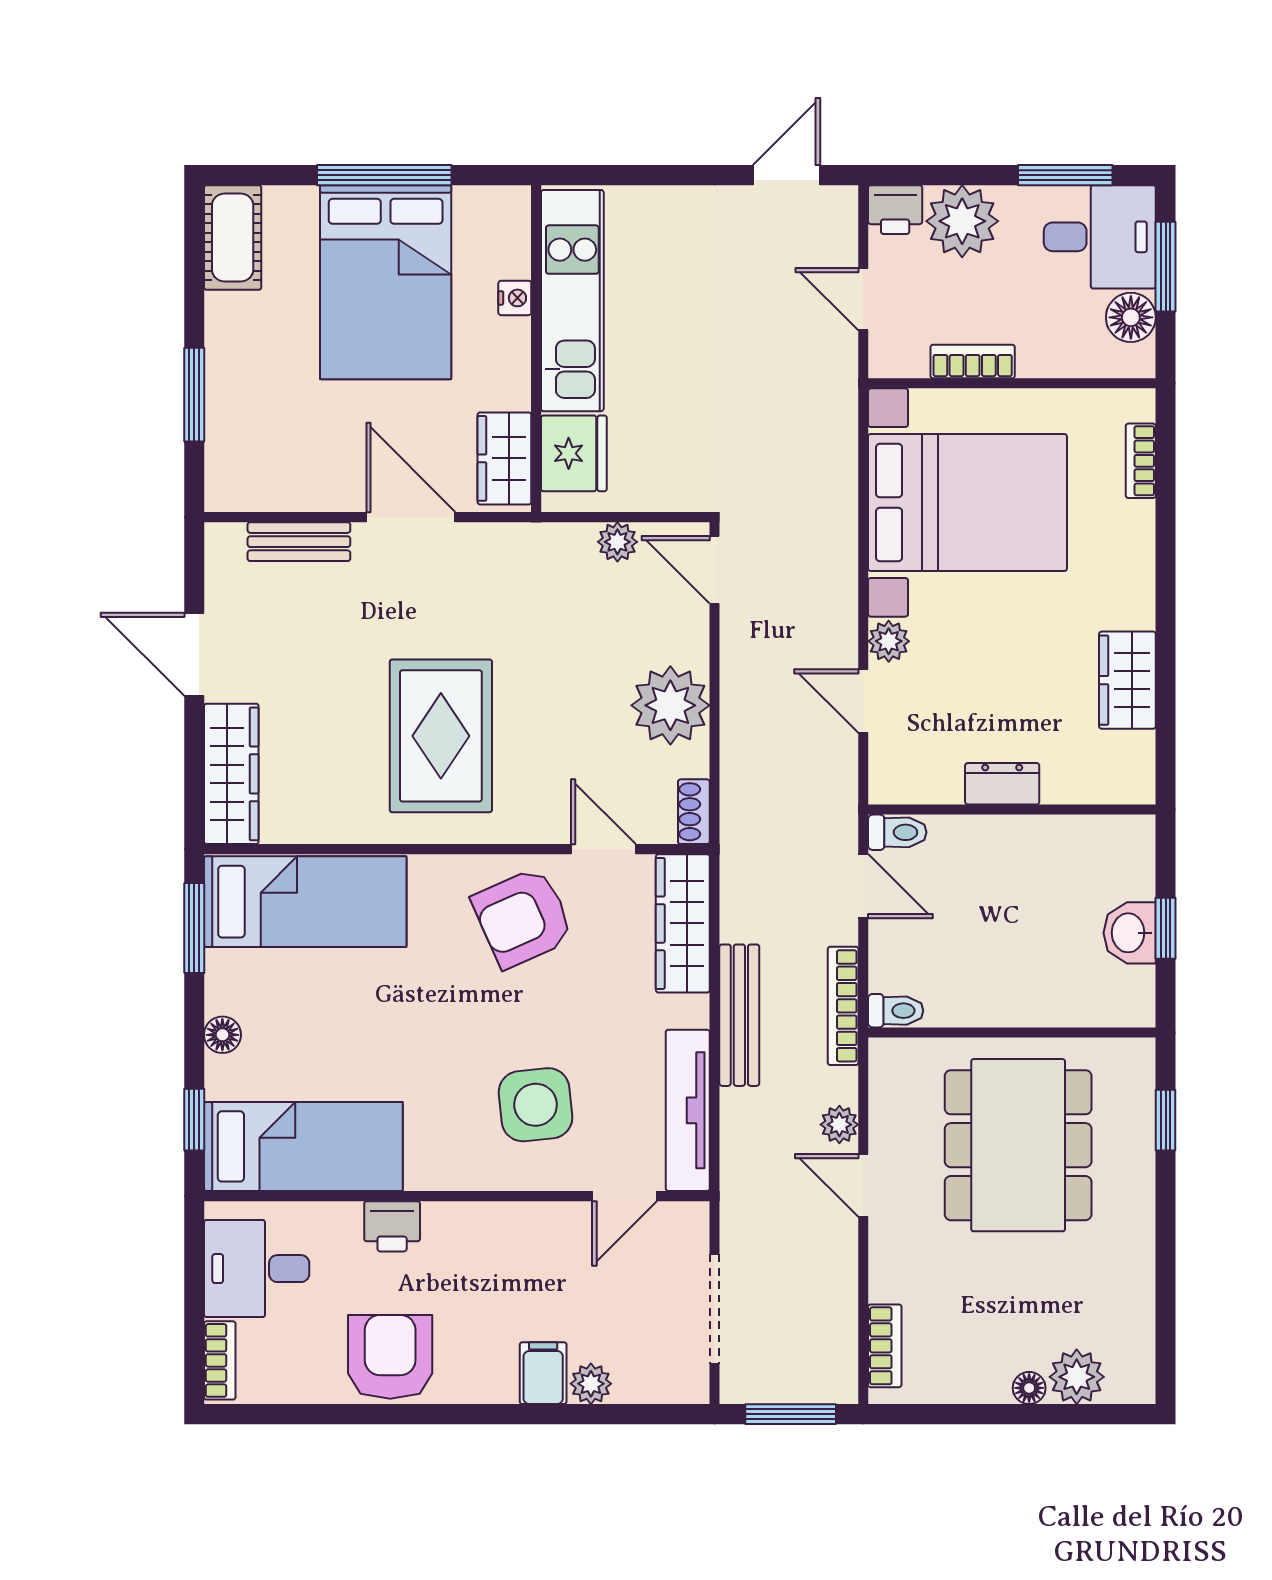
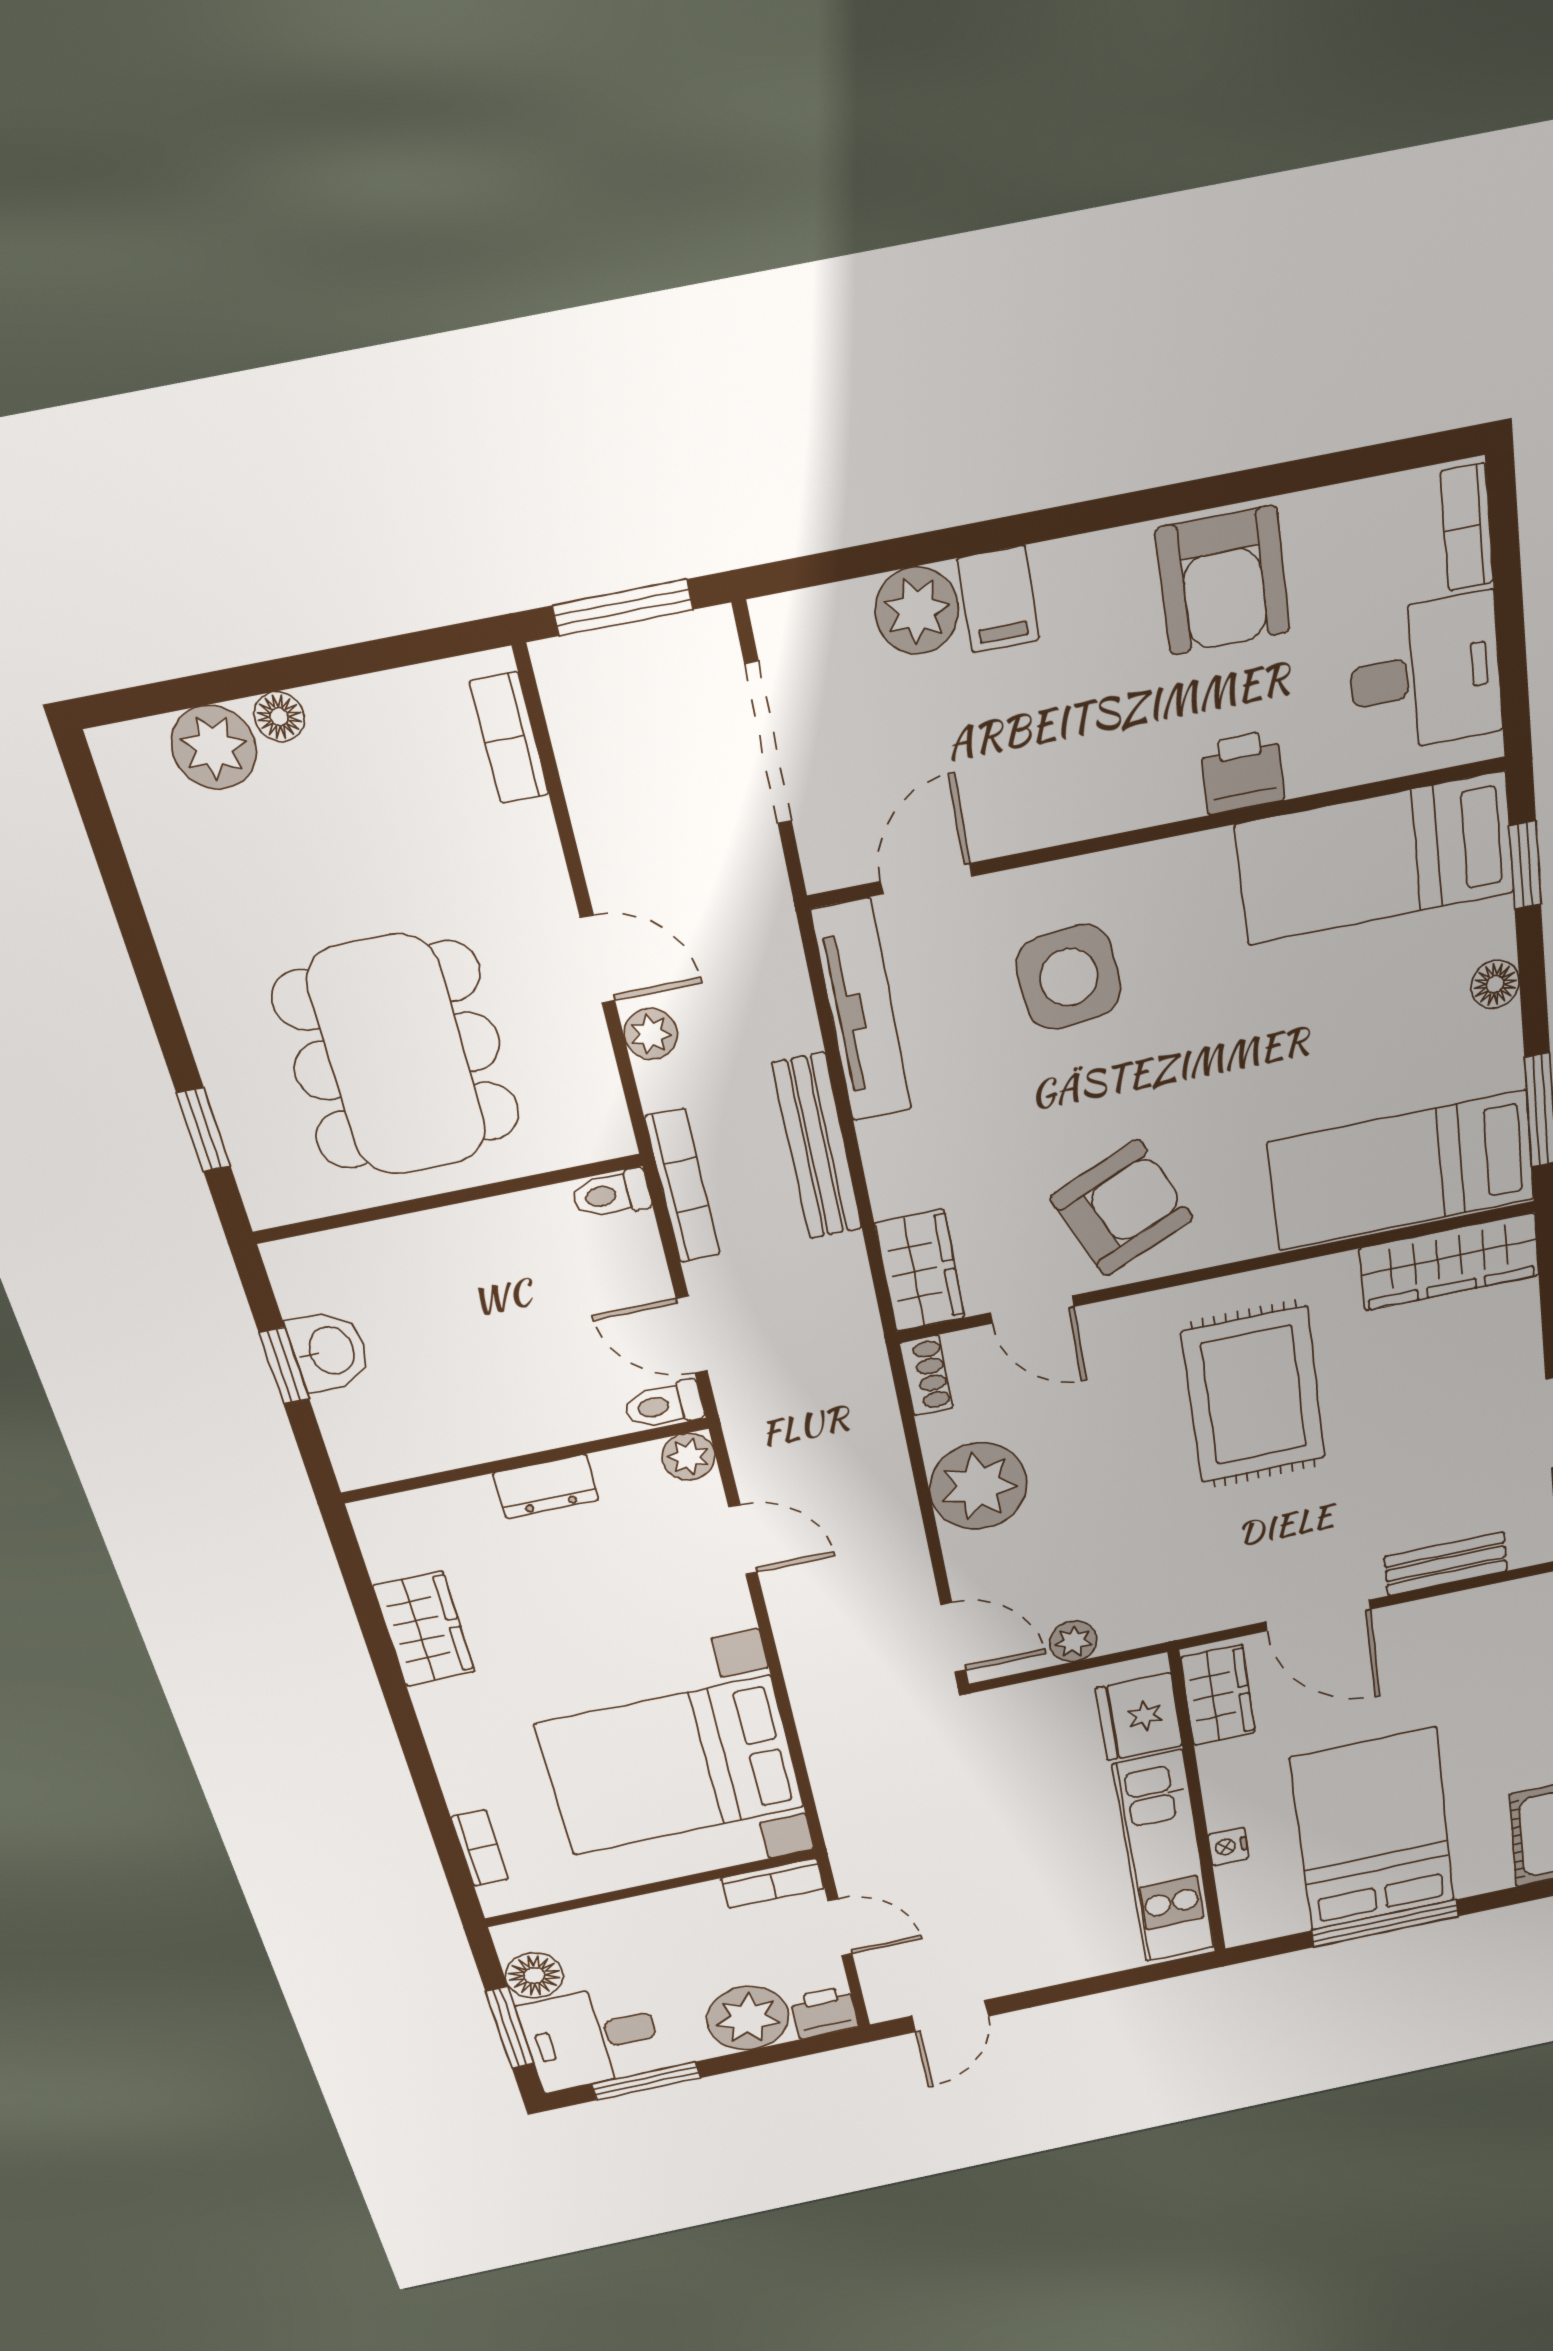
bookcase: (973, 362) -> (773, 1883), moved
plant: (889, 641) -> (689, 1457), moved
wardrobe: (231, 774) -> (1449, 1262), moved, turned -90
wardrobe: (683, 923) -> (920, 1271), width x0.67
plant: (591, 1384) -> (917, 611), width x1.38, depth x1.38

